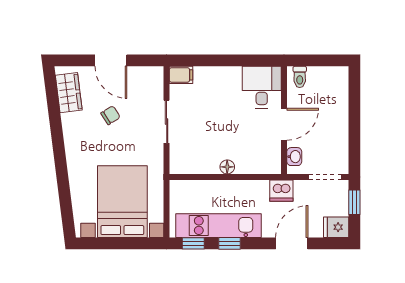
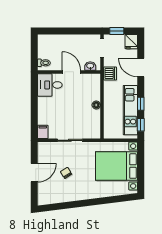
wardrobe: (69, 93) -> (53, 197), removed

